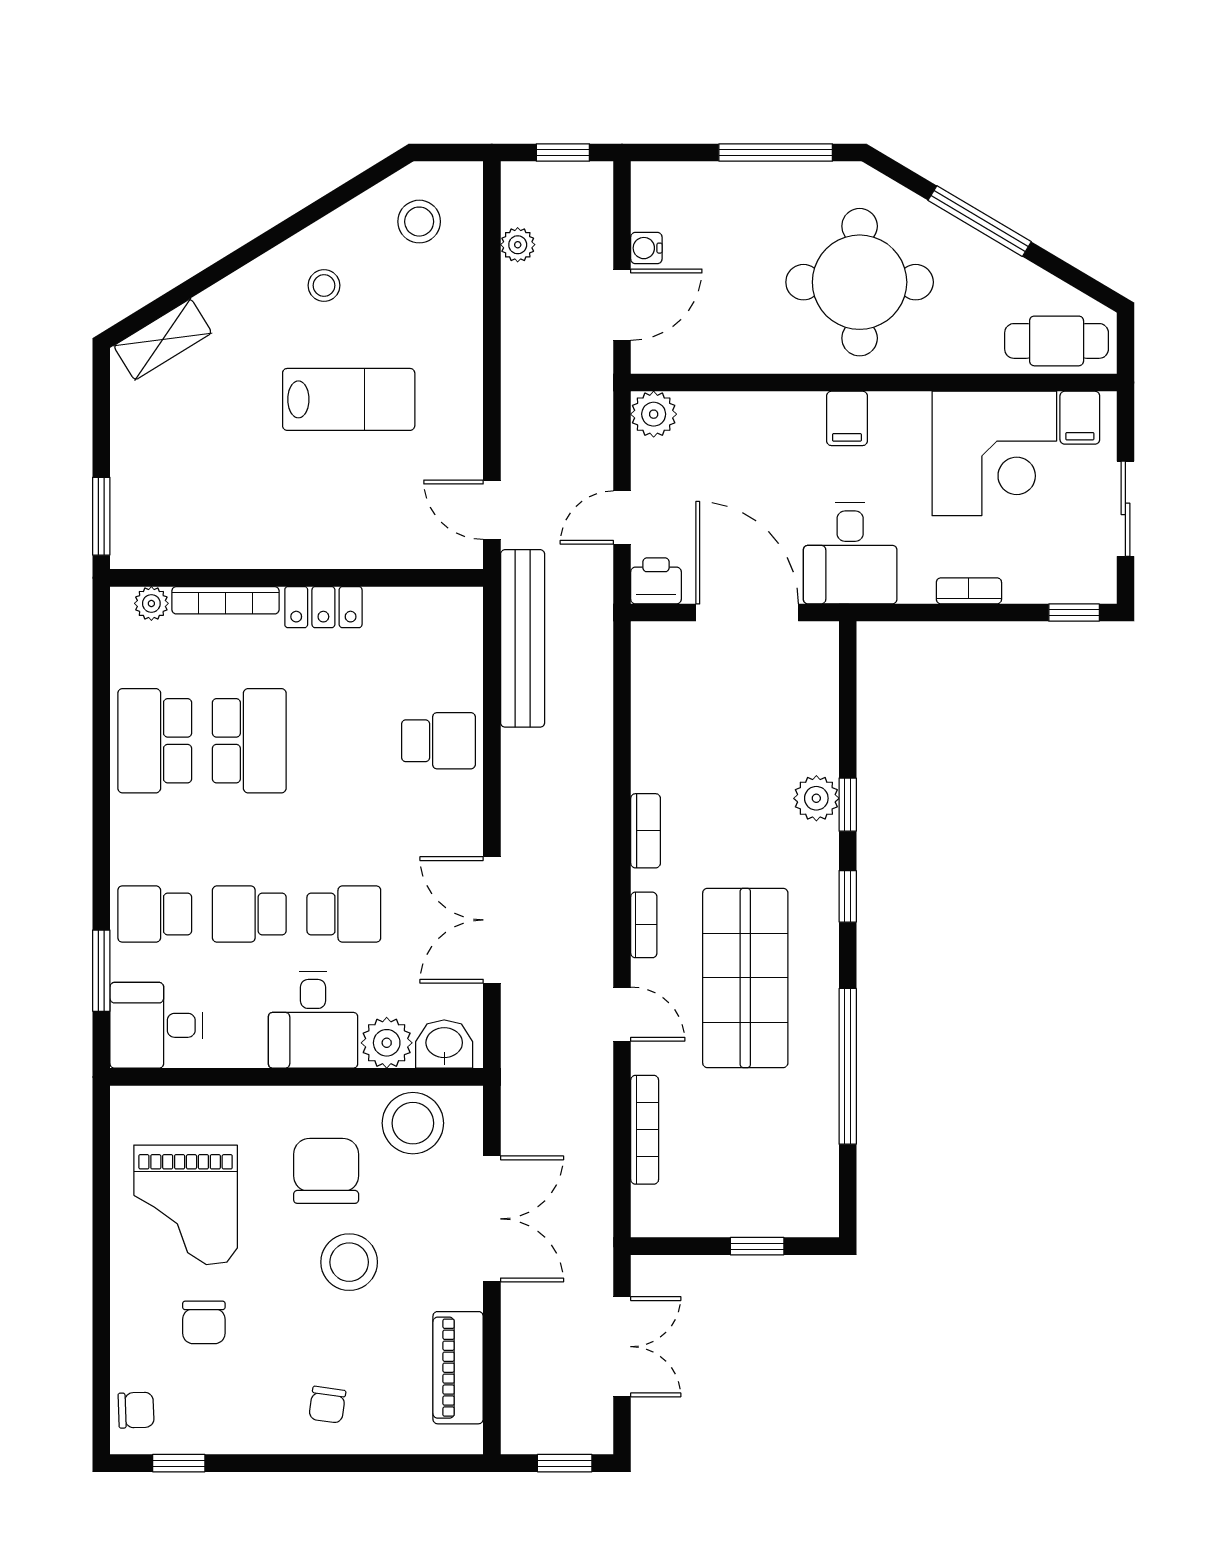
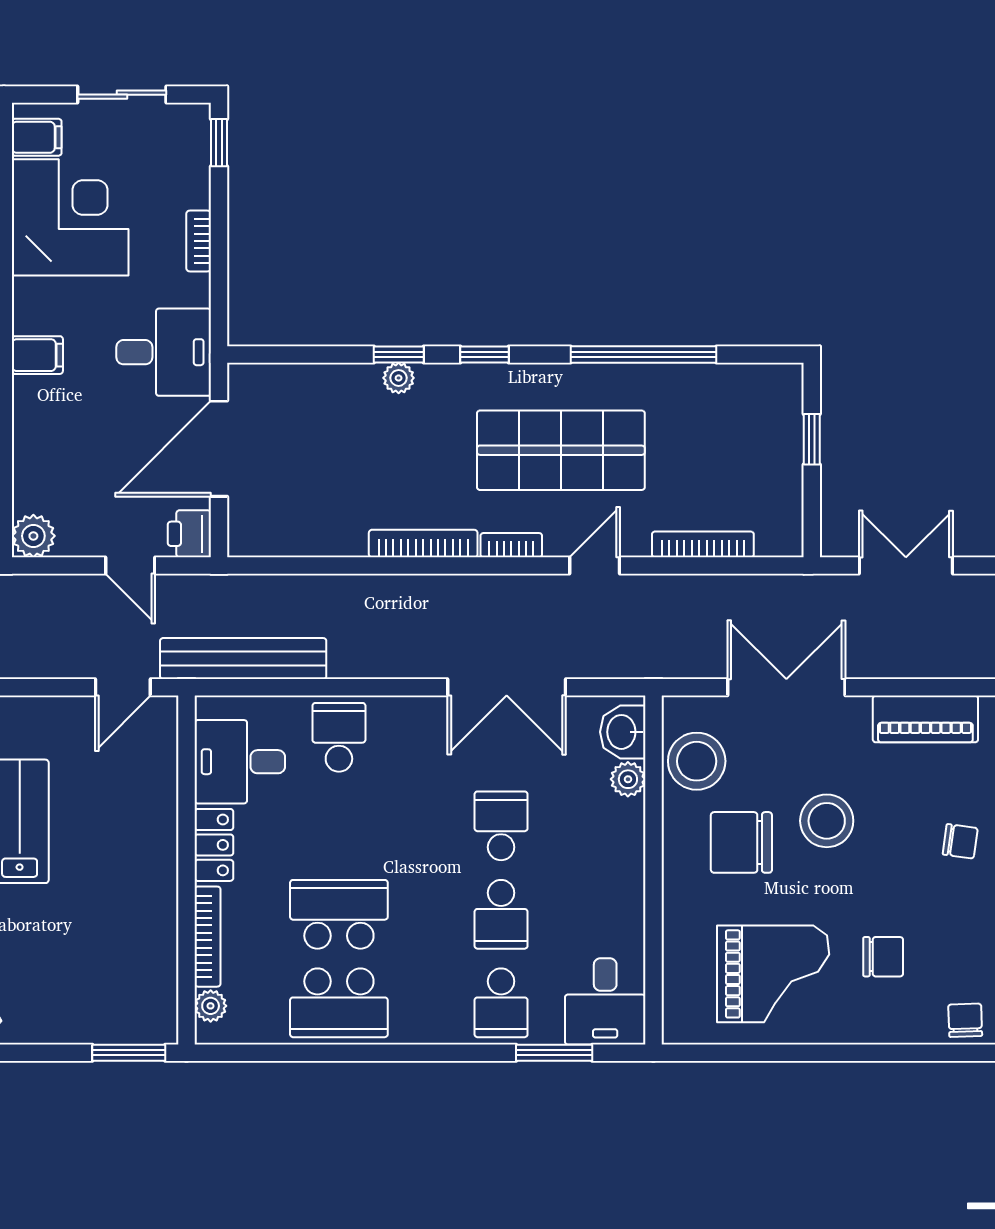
plant: (816, 798) -> (399, 378), width x0.73, depth x0.73
bookcase: (646, 831) -> (423, 544), width x1.56
desk: (313, 1020) -> (240, 762), moved, turned 180
plant: (387, 1043) -> (628, 779), width x0.73, depth x0.73

